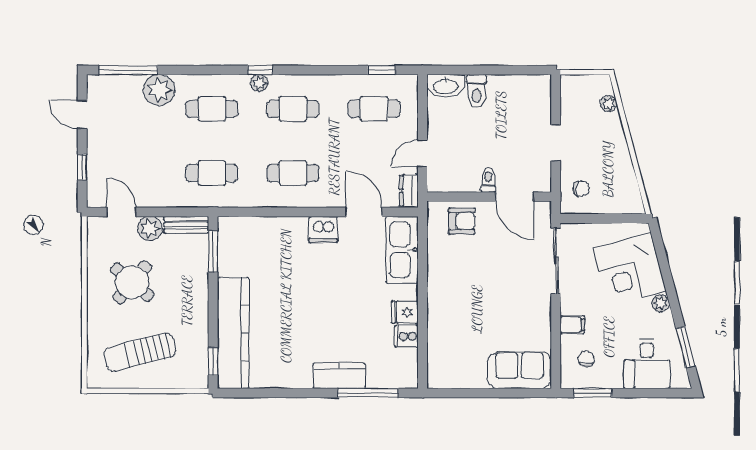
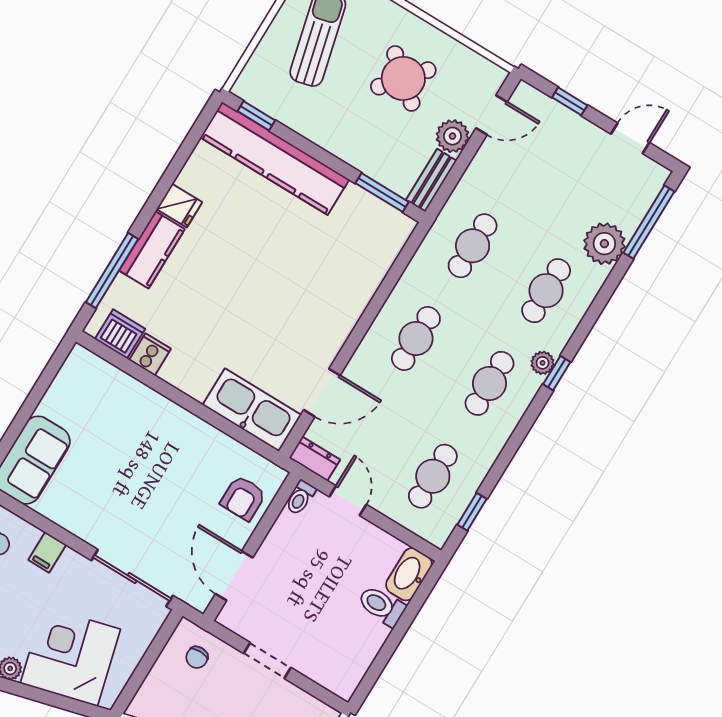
toilet: (488, 180) -> (300, 498), moved, turned 90
door: (515, 197) -> (234, 576), hinge flipped
dishwasher: (323, 229) -> (120, 334), moved, turned 90
fridge: (405, 312) -> (179, 206), moved, turned 90

